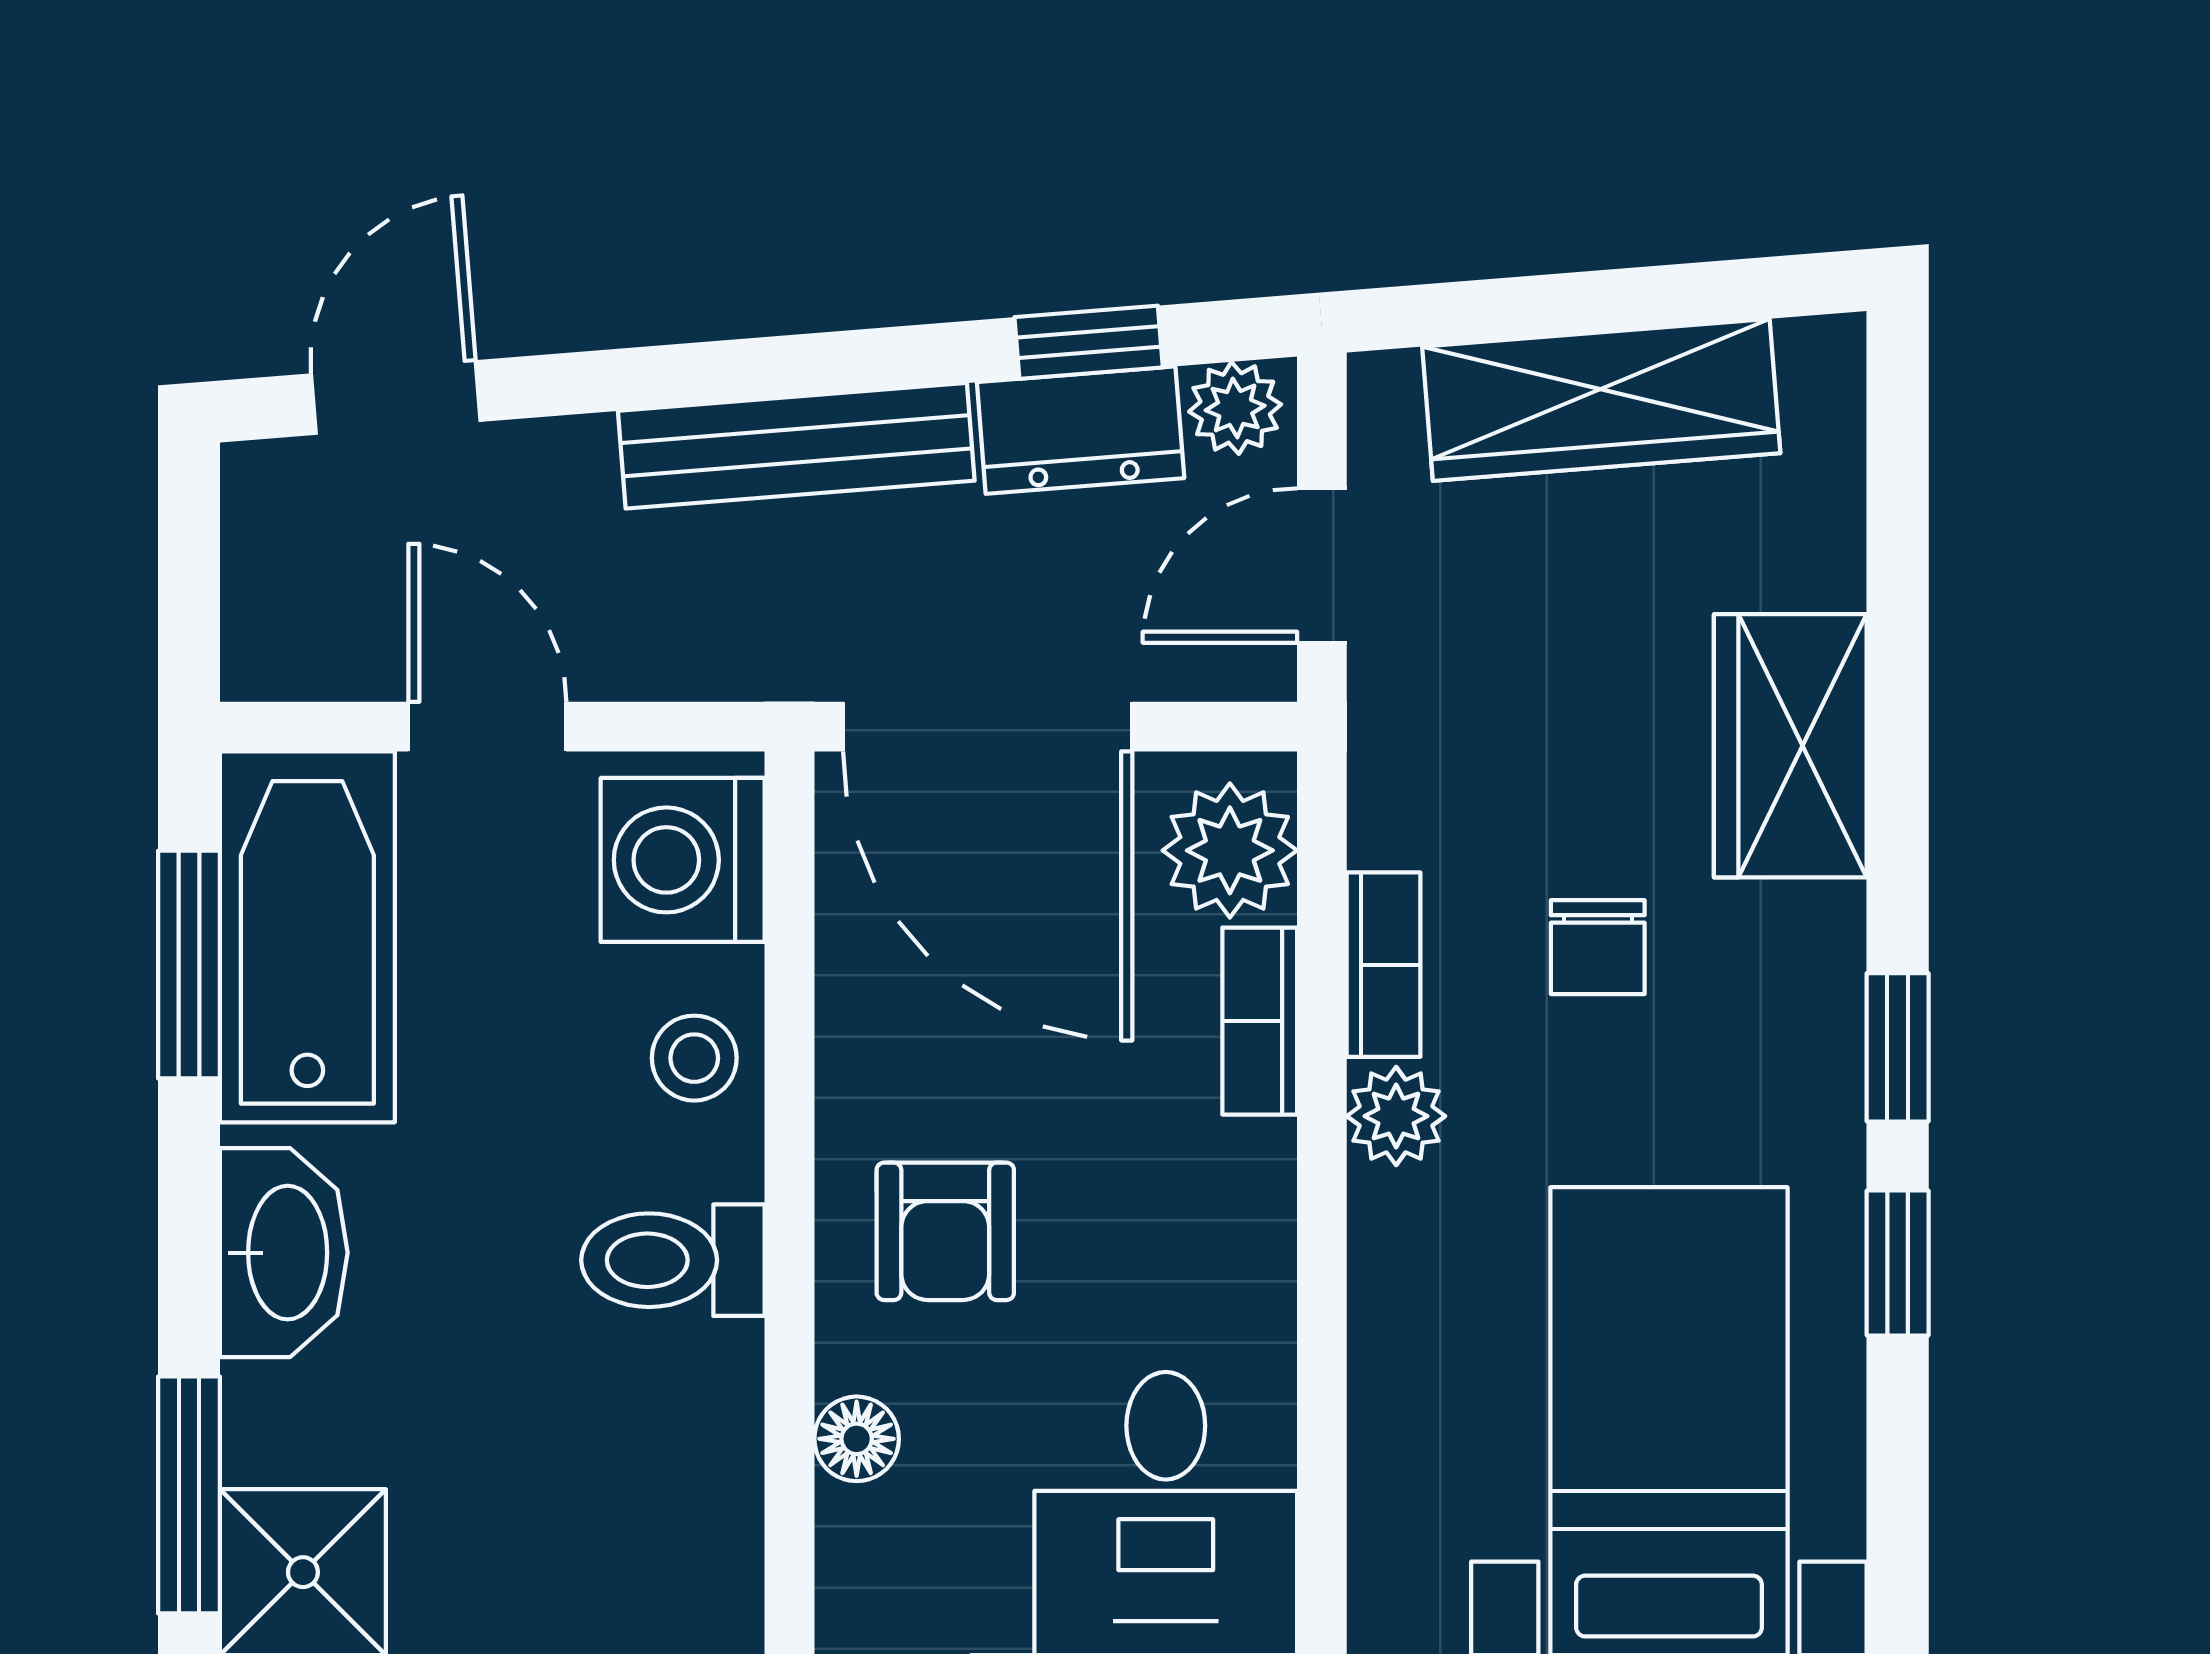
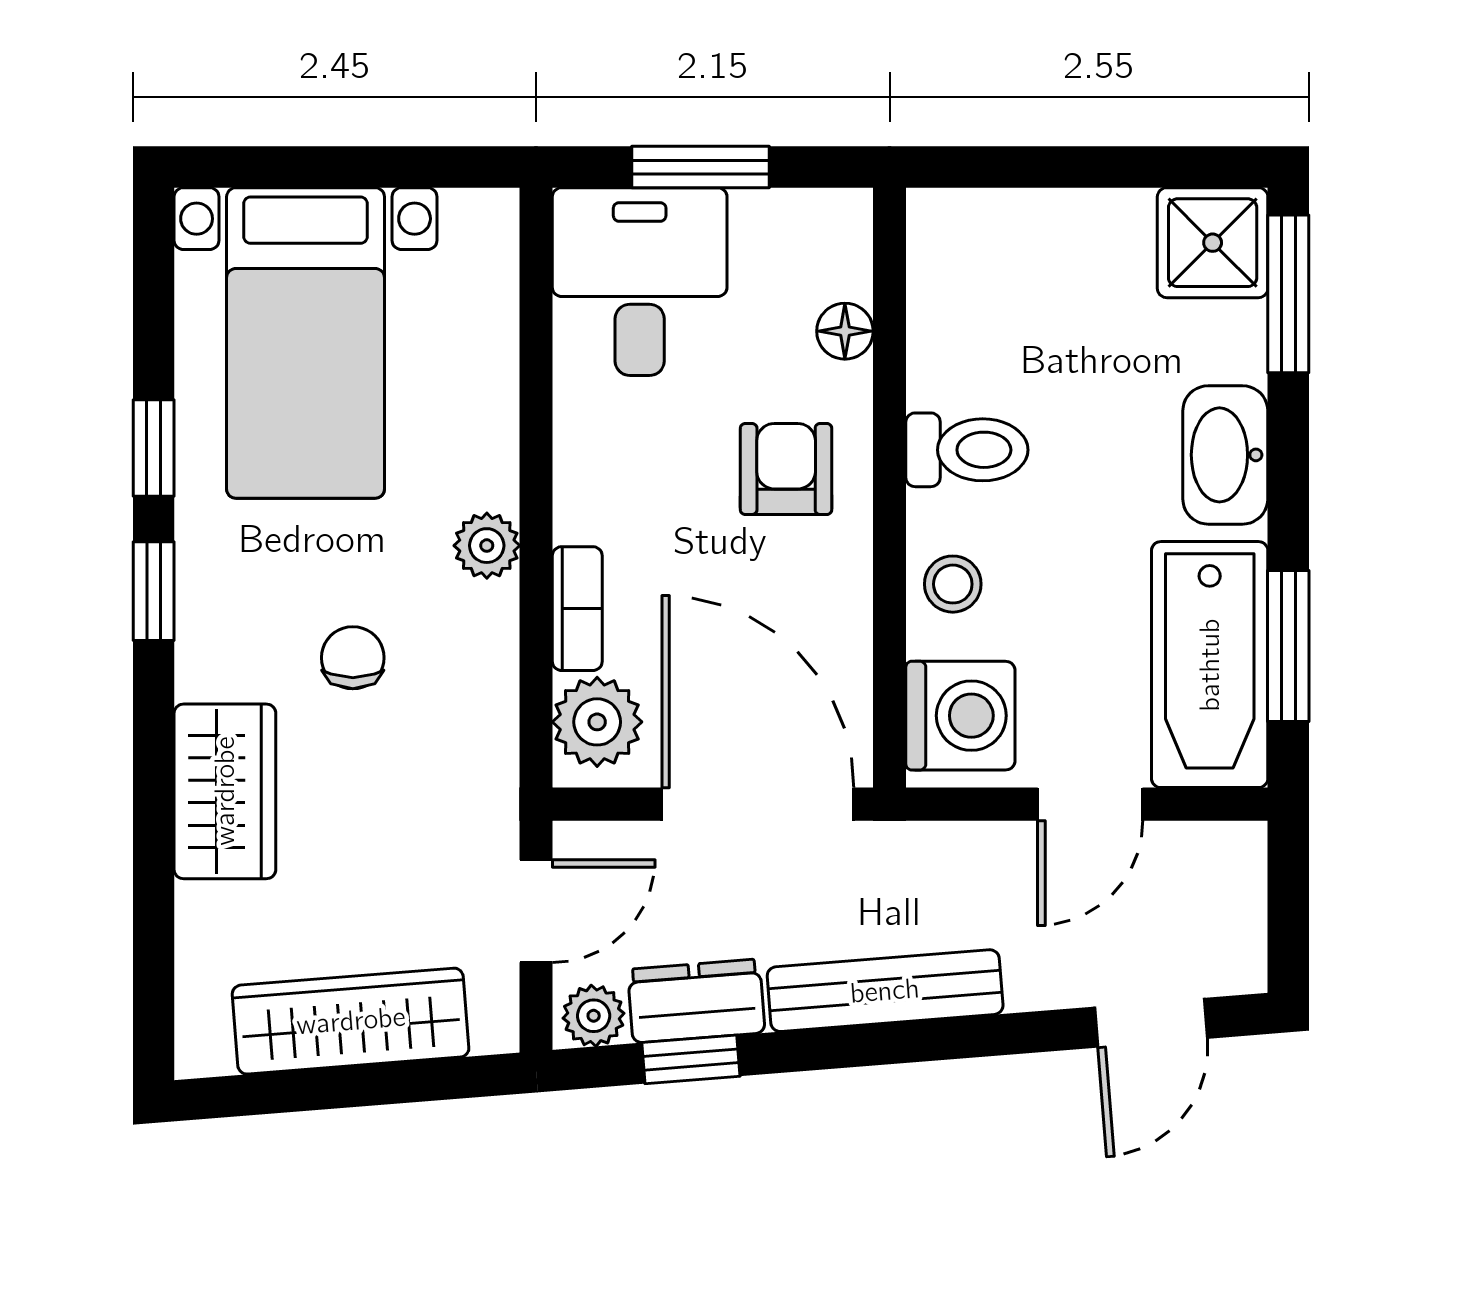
door: (487, 727) -> (1090, 804), hinge flipped
bookcase: (1384, 965) -> (495, 646), removed

